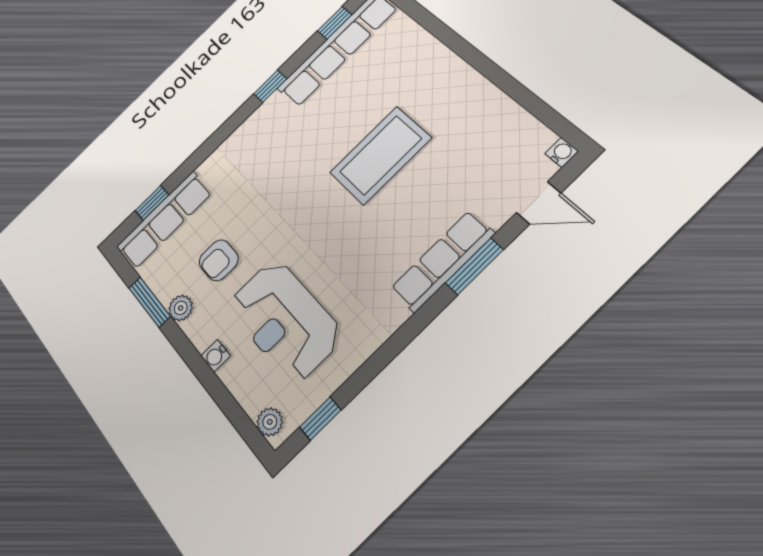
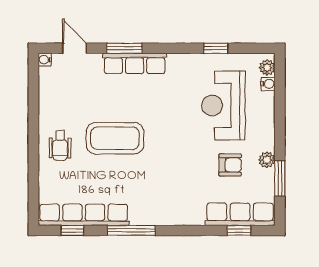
wheelchair: (437, 84) -> (60, 146), added
window: (270, 86) -> (131, 230), width x2.17
reception desk: (285, 320) -> (223, 106), turned 180
water cooler: (216, 356) -> (268, 84), moved
window: (320, 419) -> (216, 48), moved

